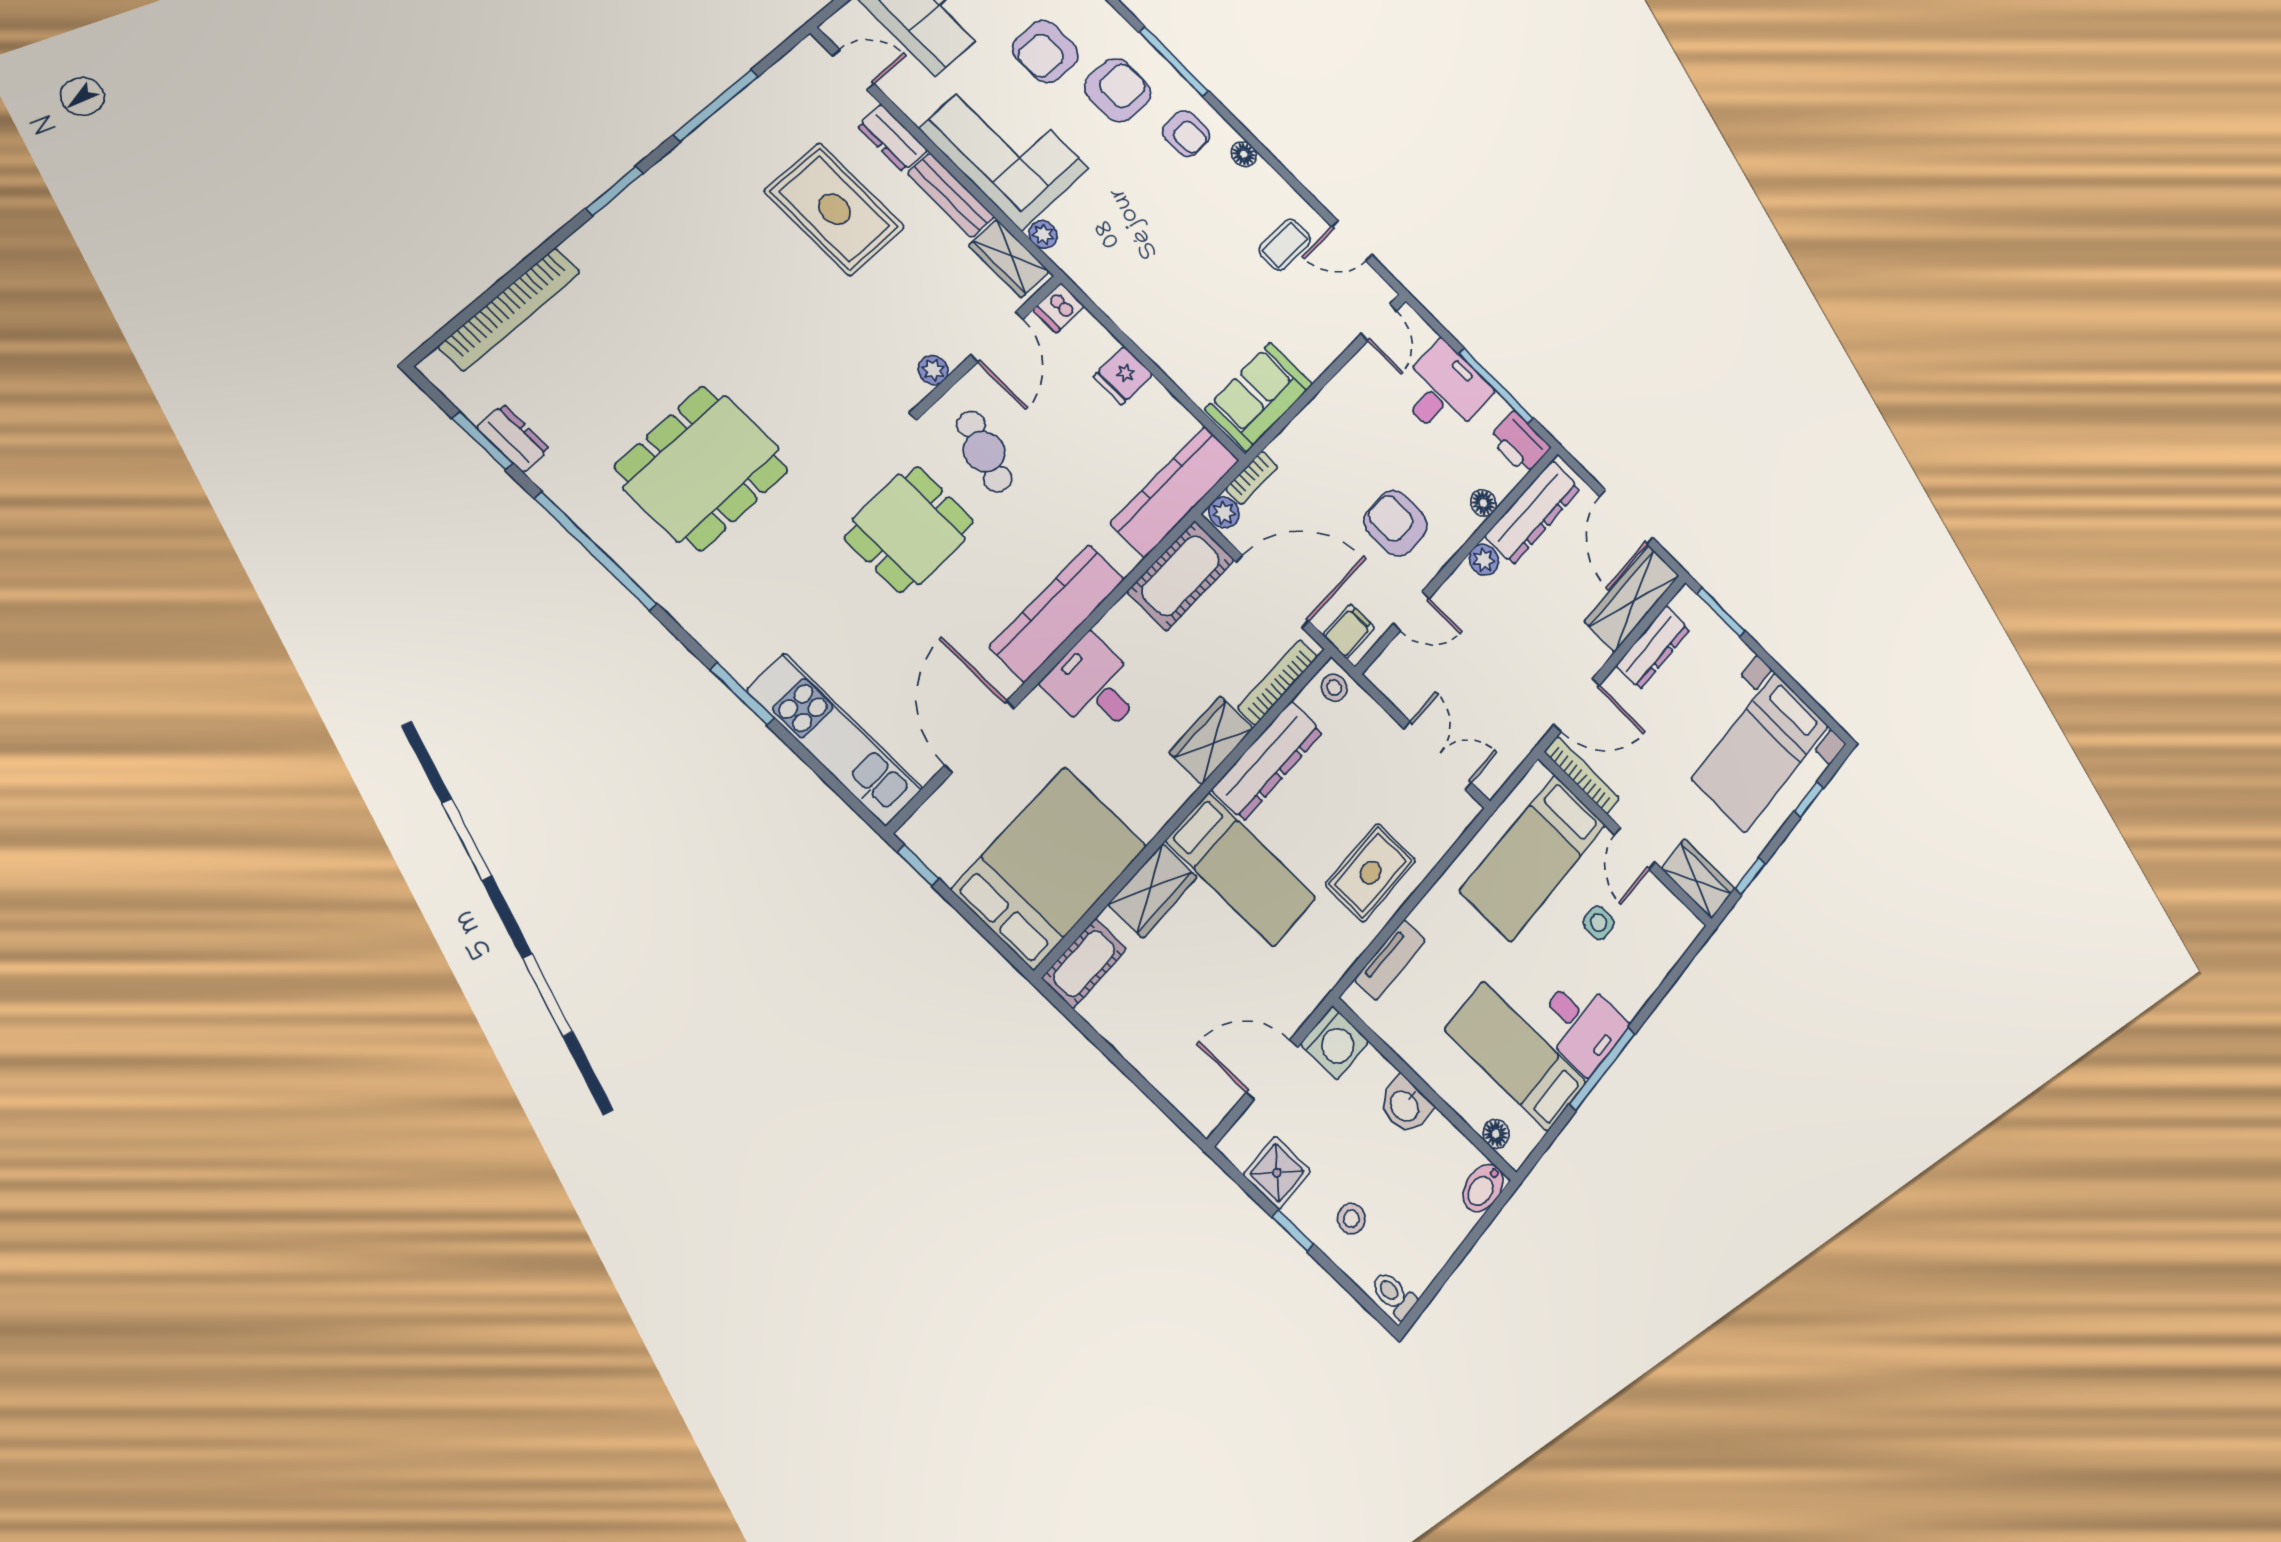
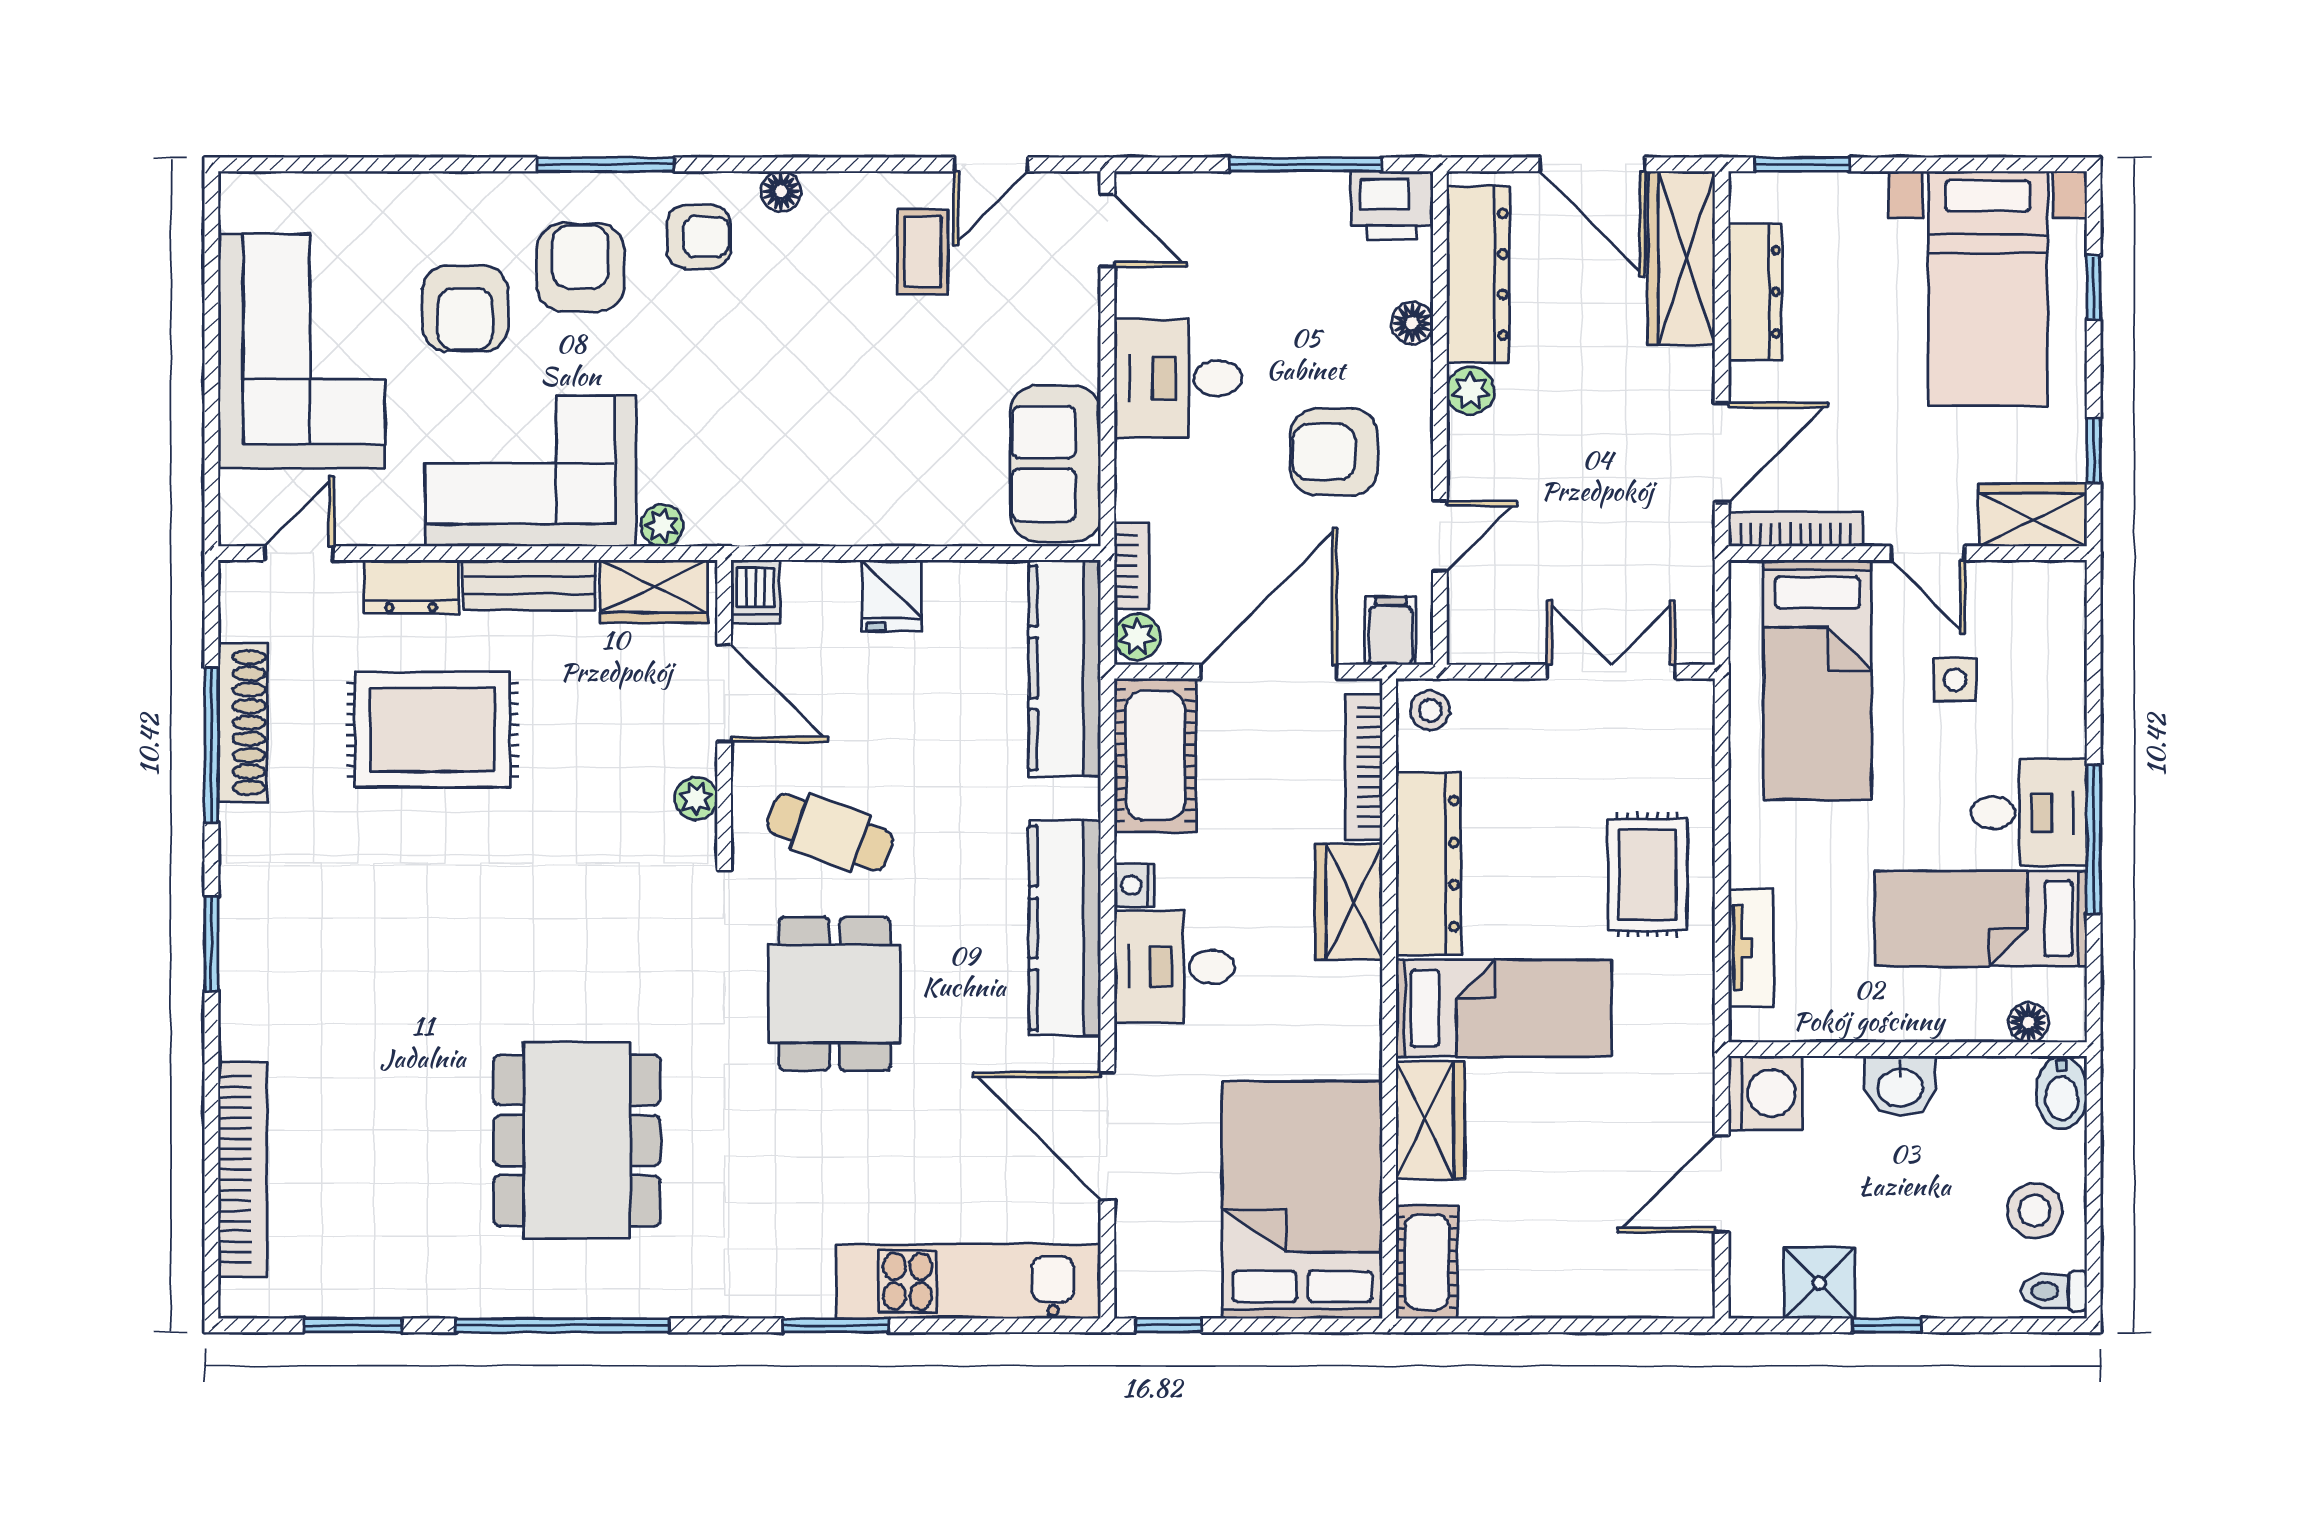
shoe rack: (743, 112) -> (243, 723), added
desk: (1444, 391) -> (1178, 378), moved, turned -90
dresser: (513, 438) -> (377, 1294), removed
nightstand: (1112, 627) -> (1134, 885), added
stool: (1351, 1219) -> (2035, 1211), moved, width x1.37, depth x1.37

